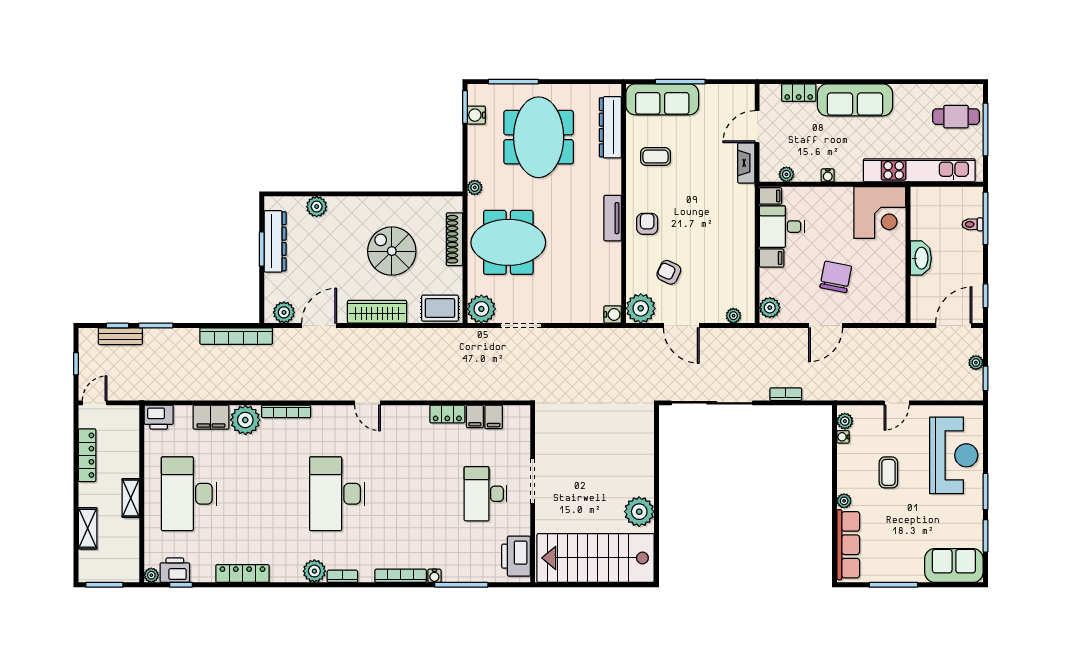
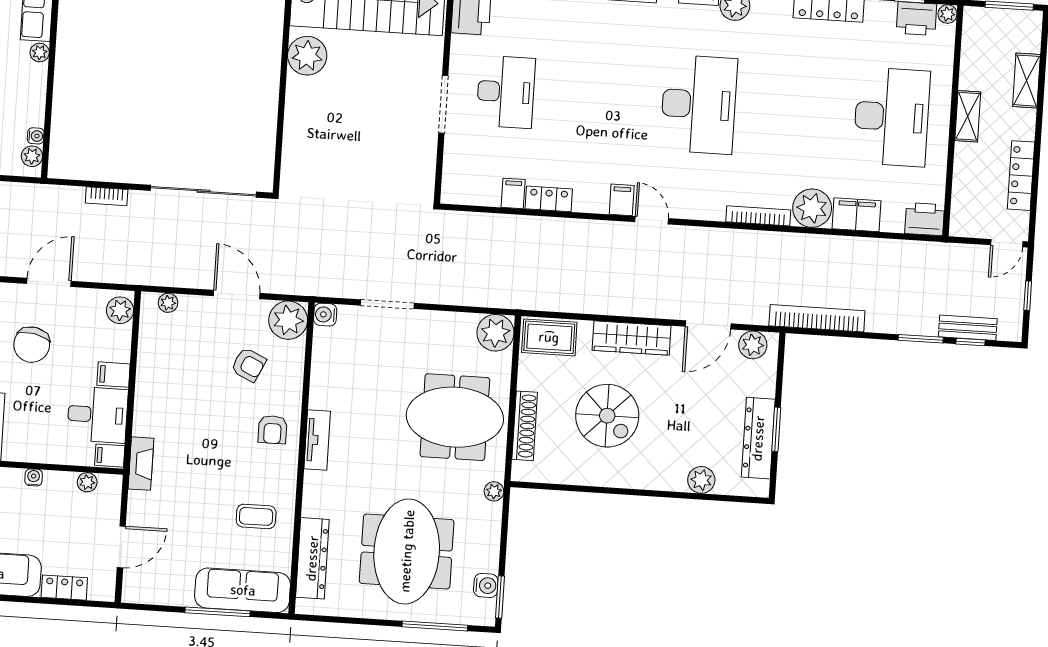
fireplace: (746, 163) -> (141, 464), moved
doorway: (521, 325) -> (387, 304), moved
filing cabinet: (494, 417) -> (622, 200), moved

